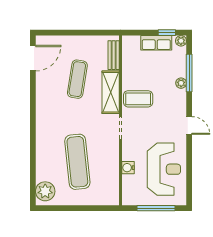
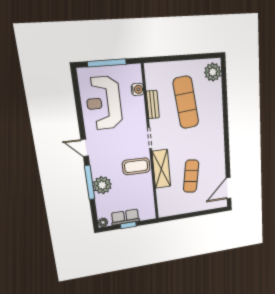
window: (167, 33) -> (128, 225), moved
bench: (114, 55) -> (153, 105), moved
window: (189, 73) -> (90, 183), moved
plant: (181, 83) -> (102, 185), width x1.87, depth x1.87
water cooler: (128, 168) -> (138, 89), moved

